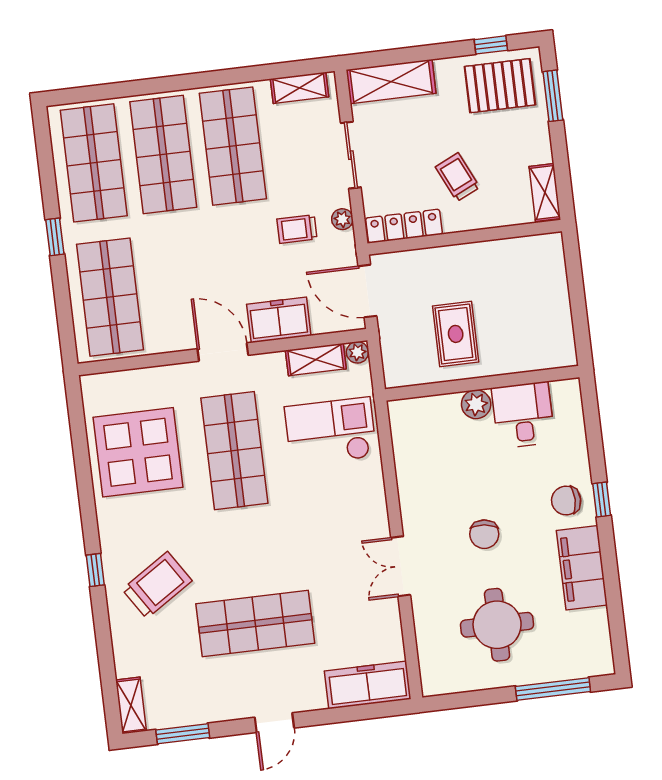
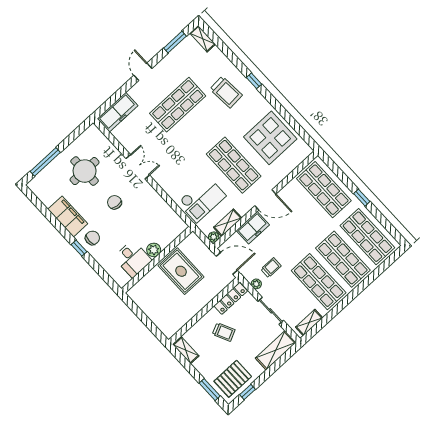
rug: (456, 334) -> (181, 271), width x1.36, depth x1.43
trolley: (157, 585) -> (226, 92), turned -61

